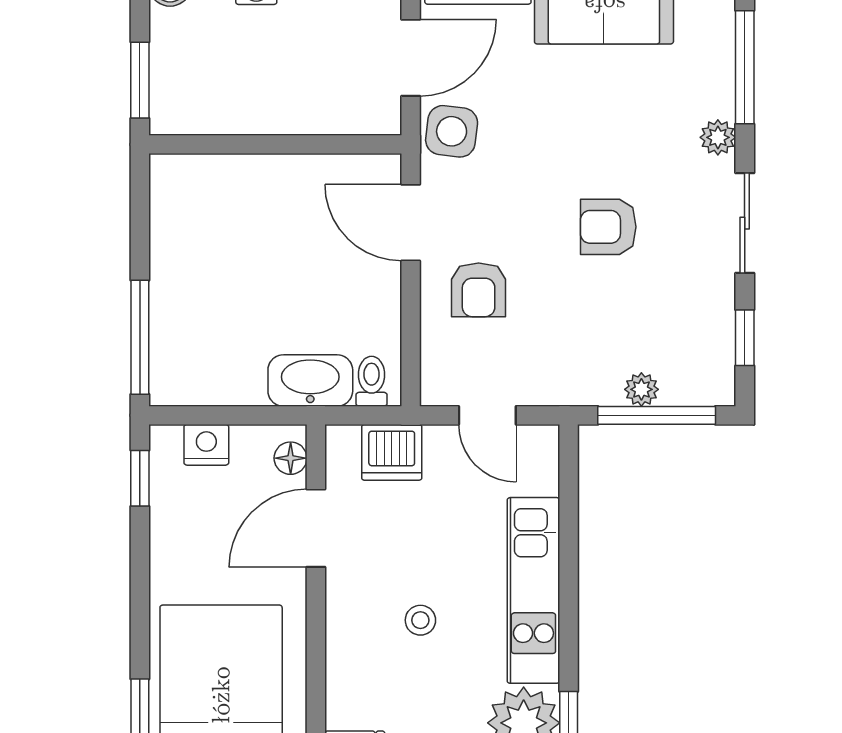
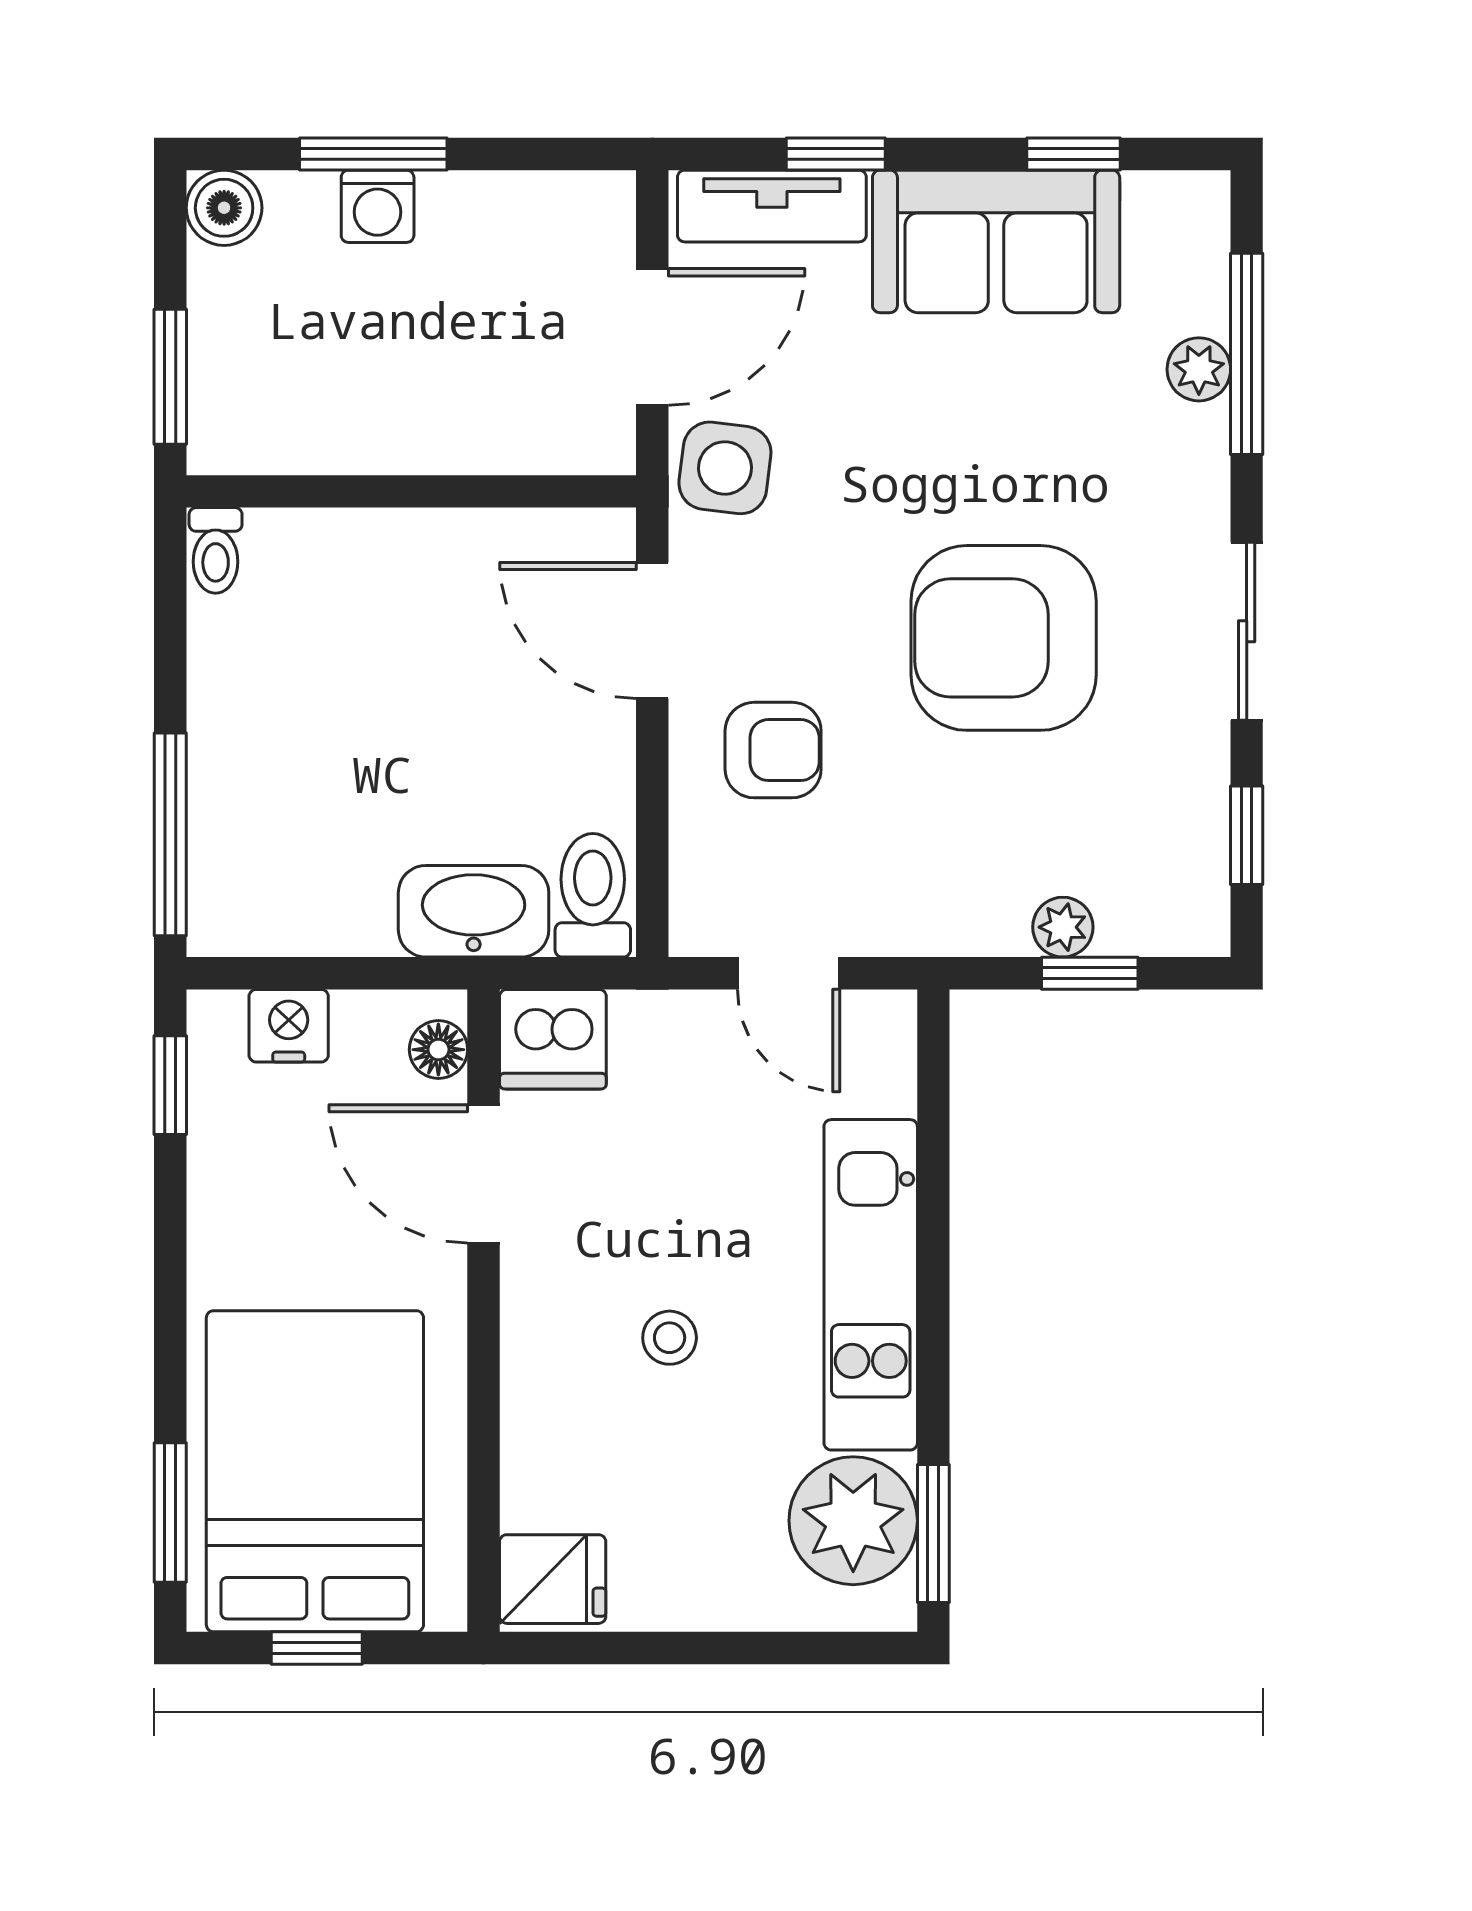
plant: (718, 137) -> (1199, 369), moved
toilet: (165, 178) -> (216, 550), added
armchair: (608, 227) -> (1004, 638), width x1.88, depth x1.88
armchair: (479, 290) -> (773, 750), turned -90
toilet: (372, 381) -> (593, 895), width x1.37, depth x1.39
window: (657, 415) -> (1090, 973), width x0.46
dishwasher: (392, 452) -> (553, 1039), moved
door: (316, 528) -> (484, 1174), hinge flipped

